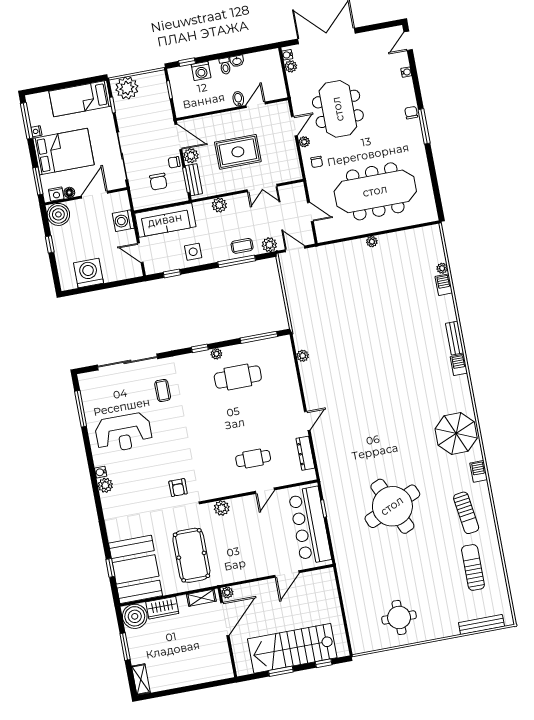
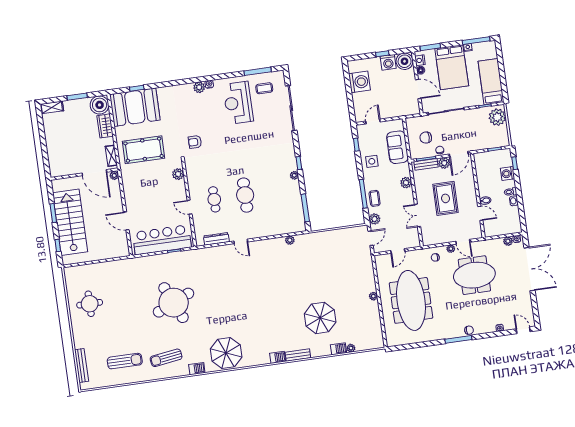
sofa: (165, 220) -> (397, 147), width x0.73
washing machine: (123, 221) -> (388, 62), moved, turned 180
parasol: (404, 311) -> (320, 318), added
cafe table: (238, 377) -> (245, 195), moved
coffee table: (163, 390) -> (264, 88), moved

